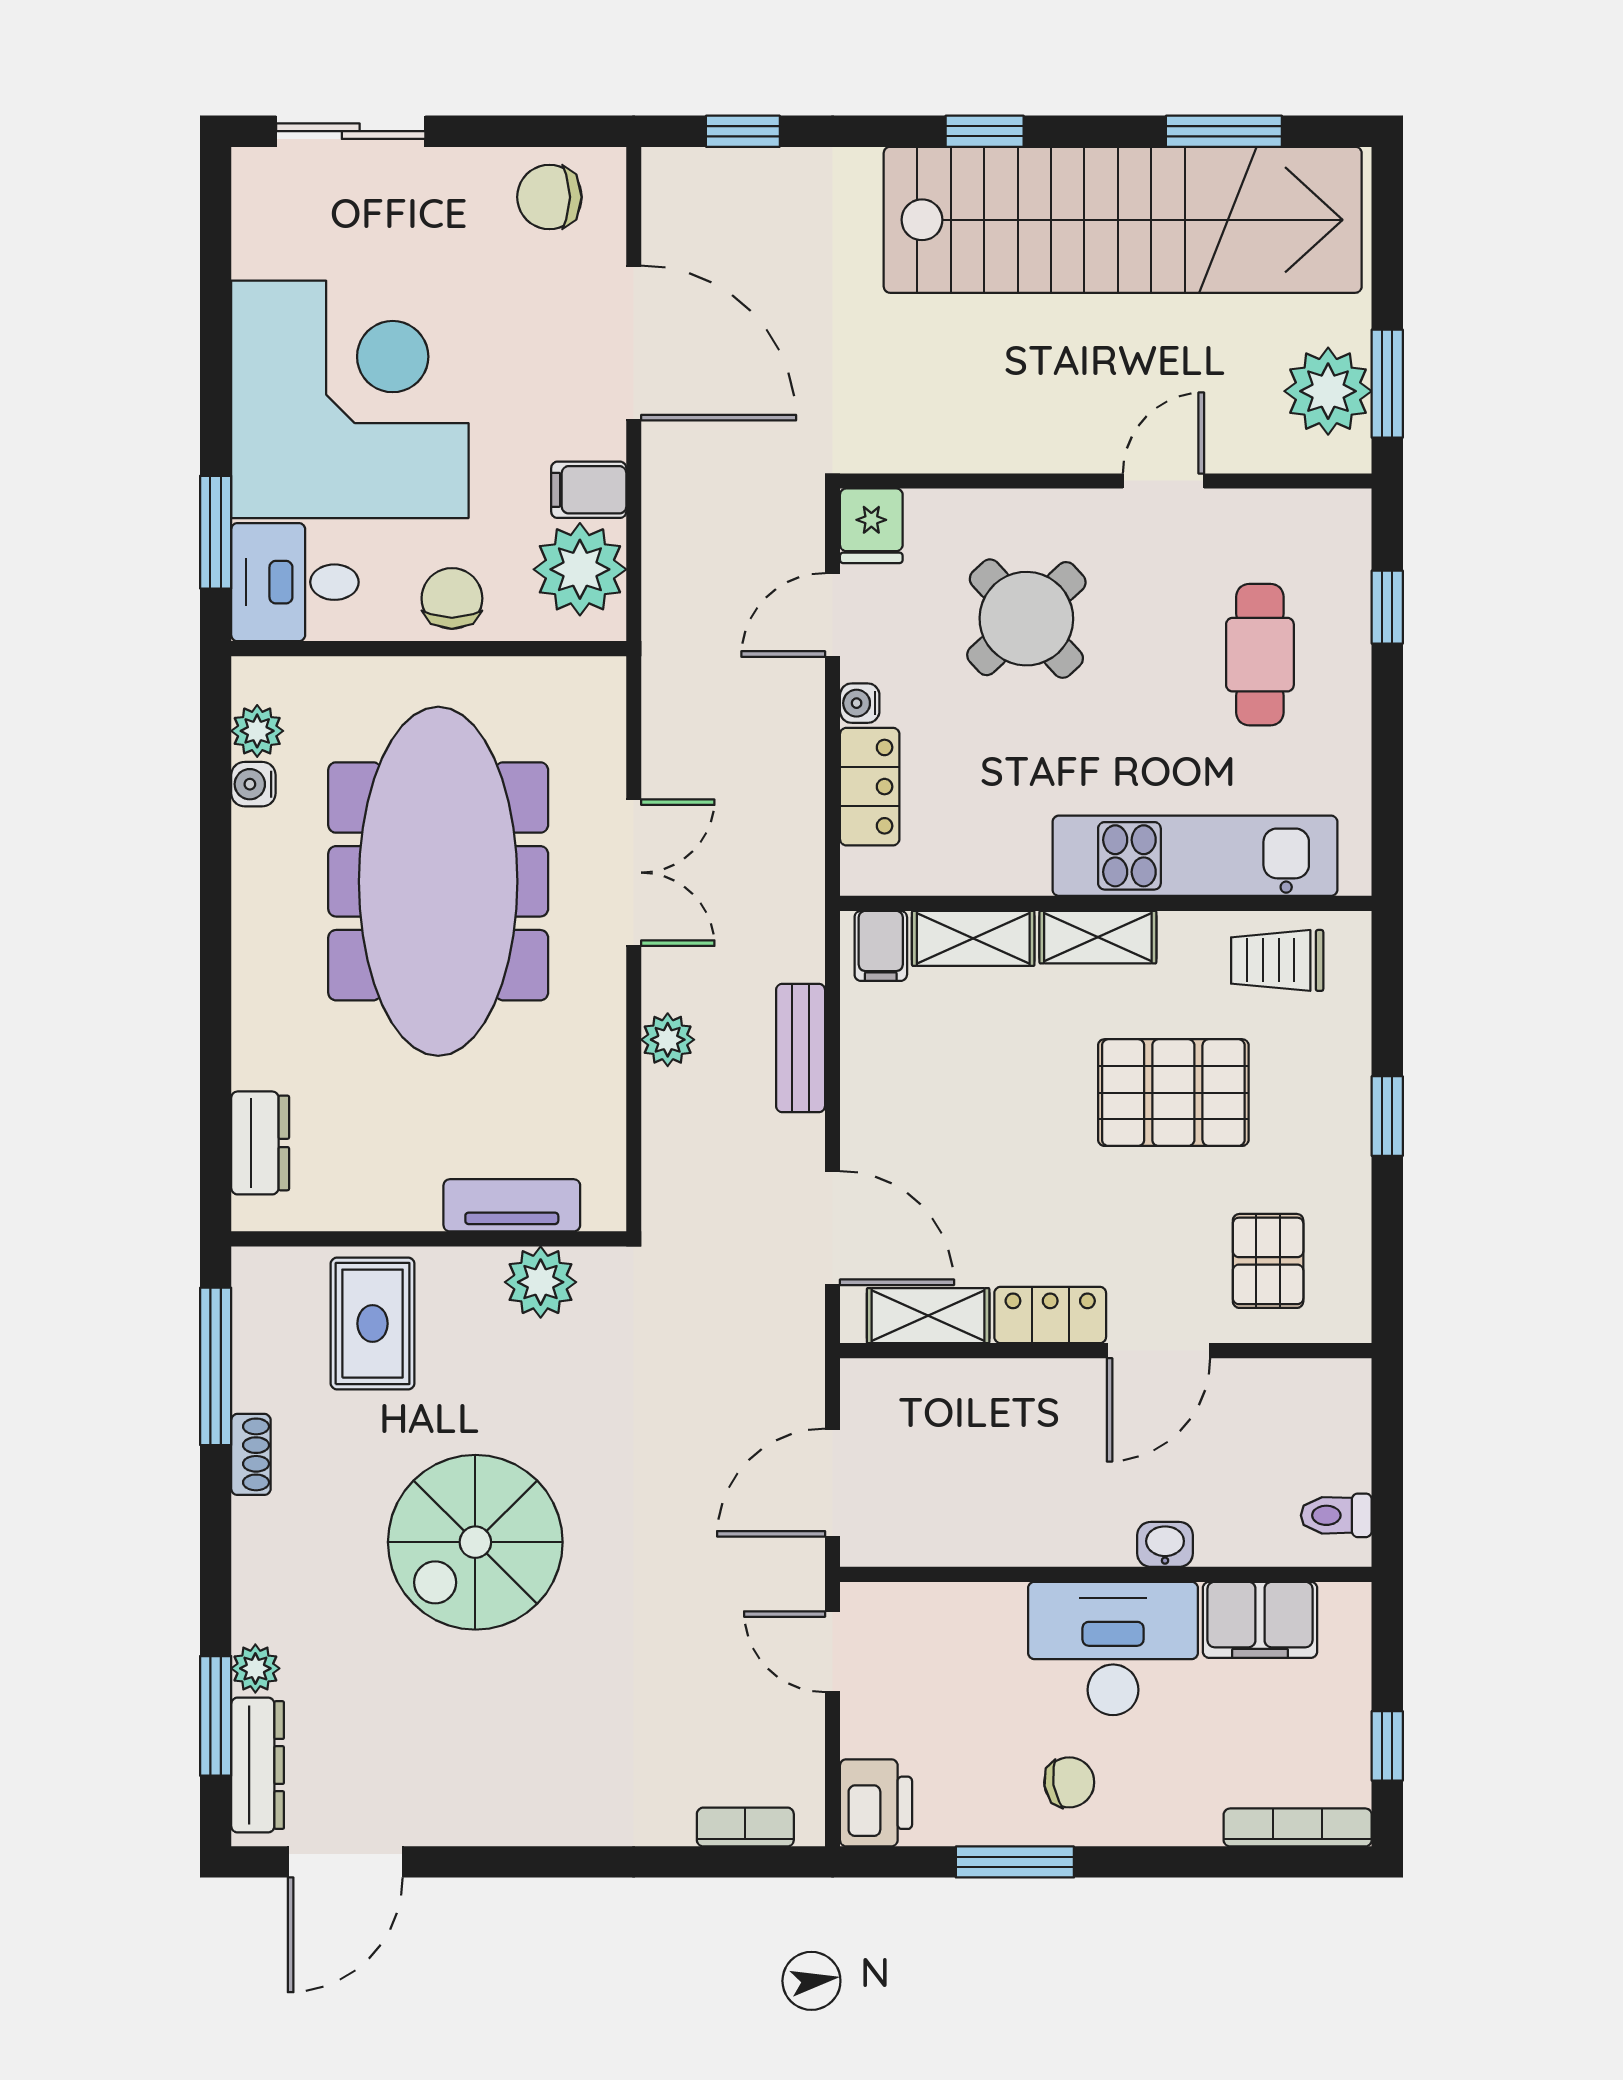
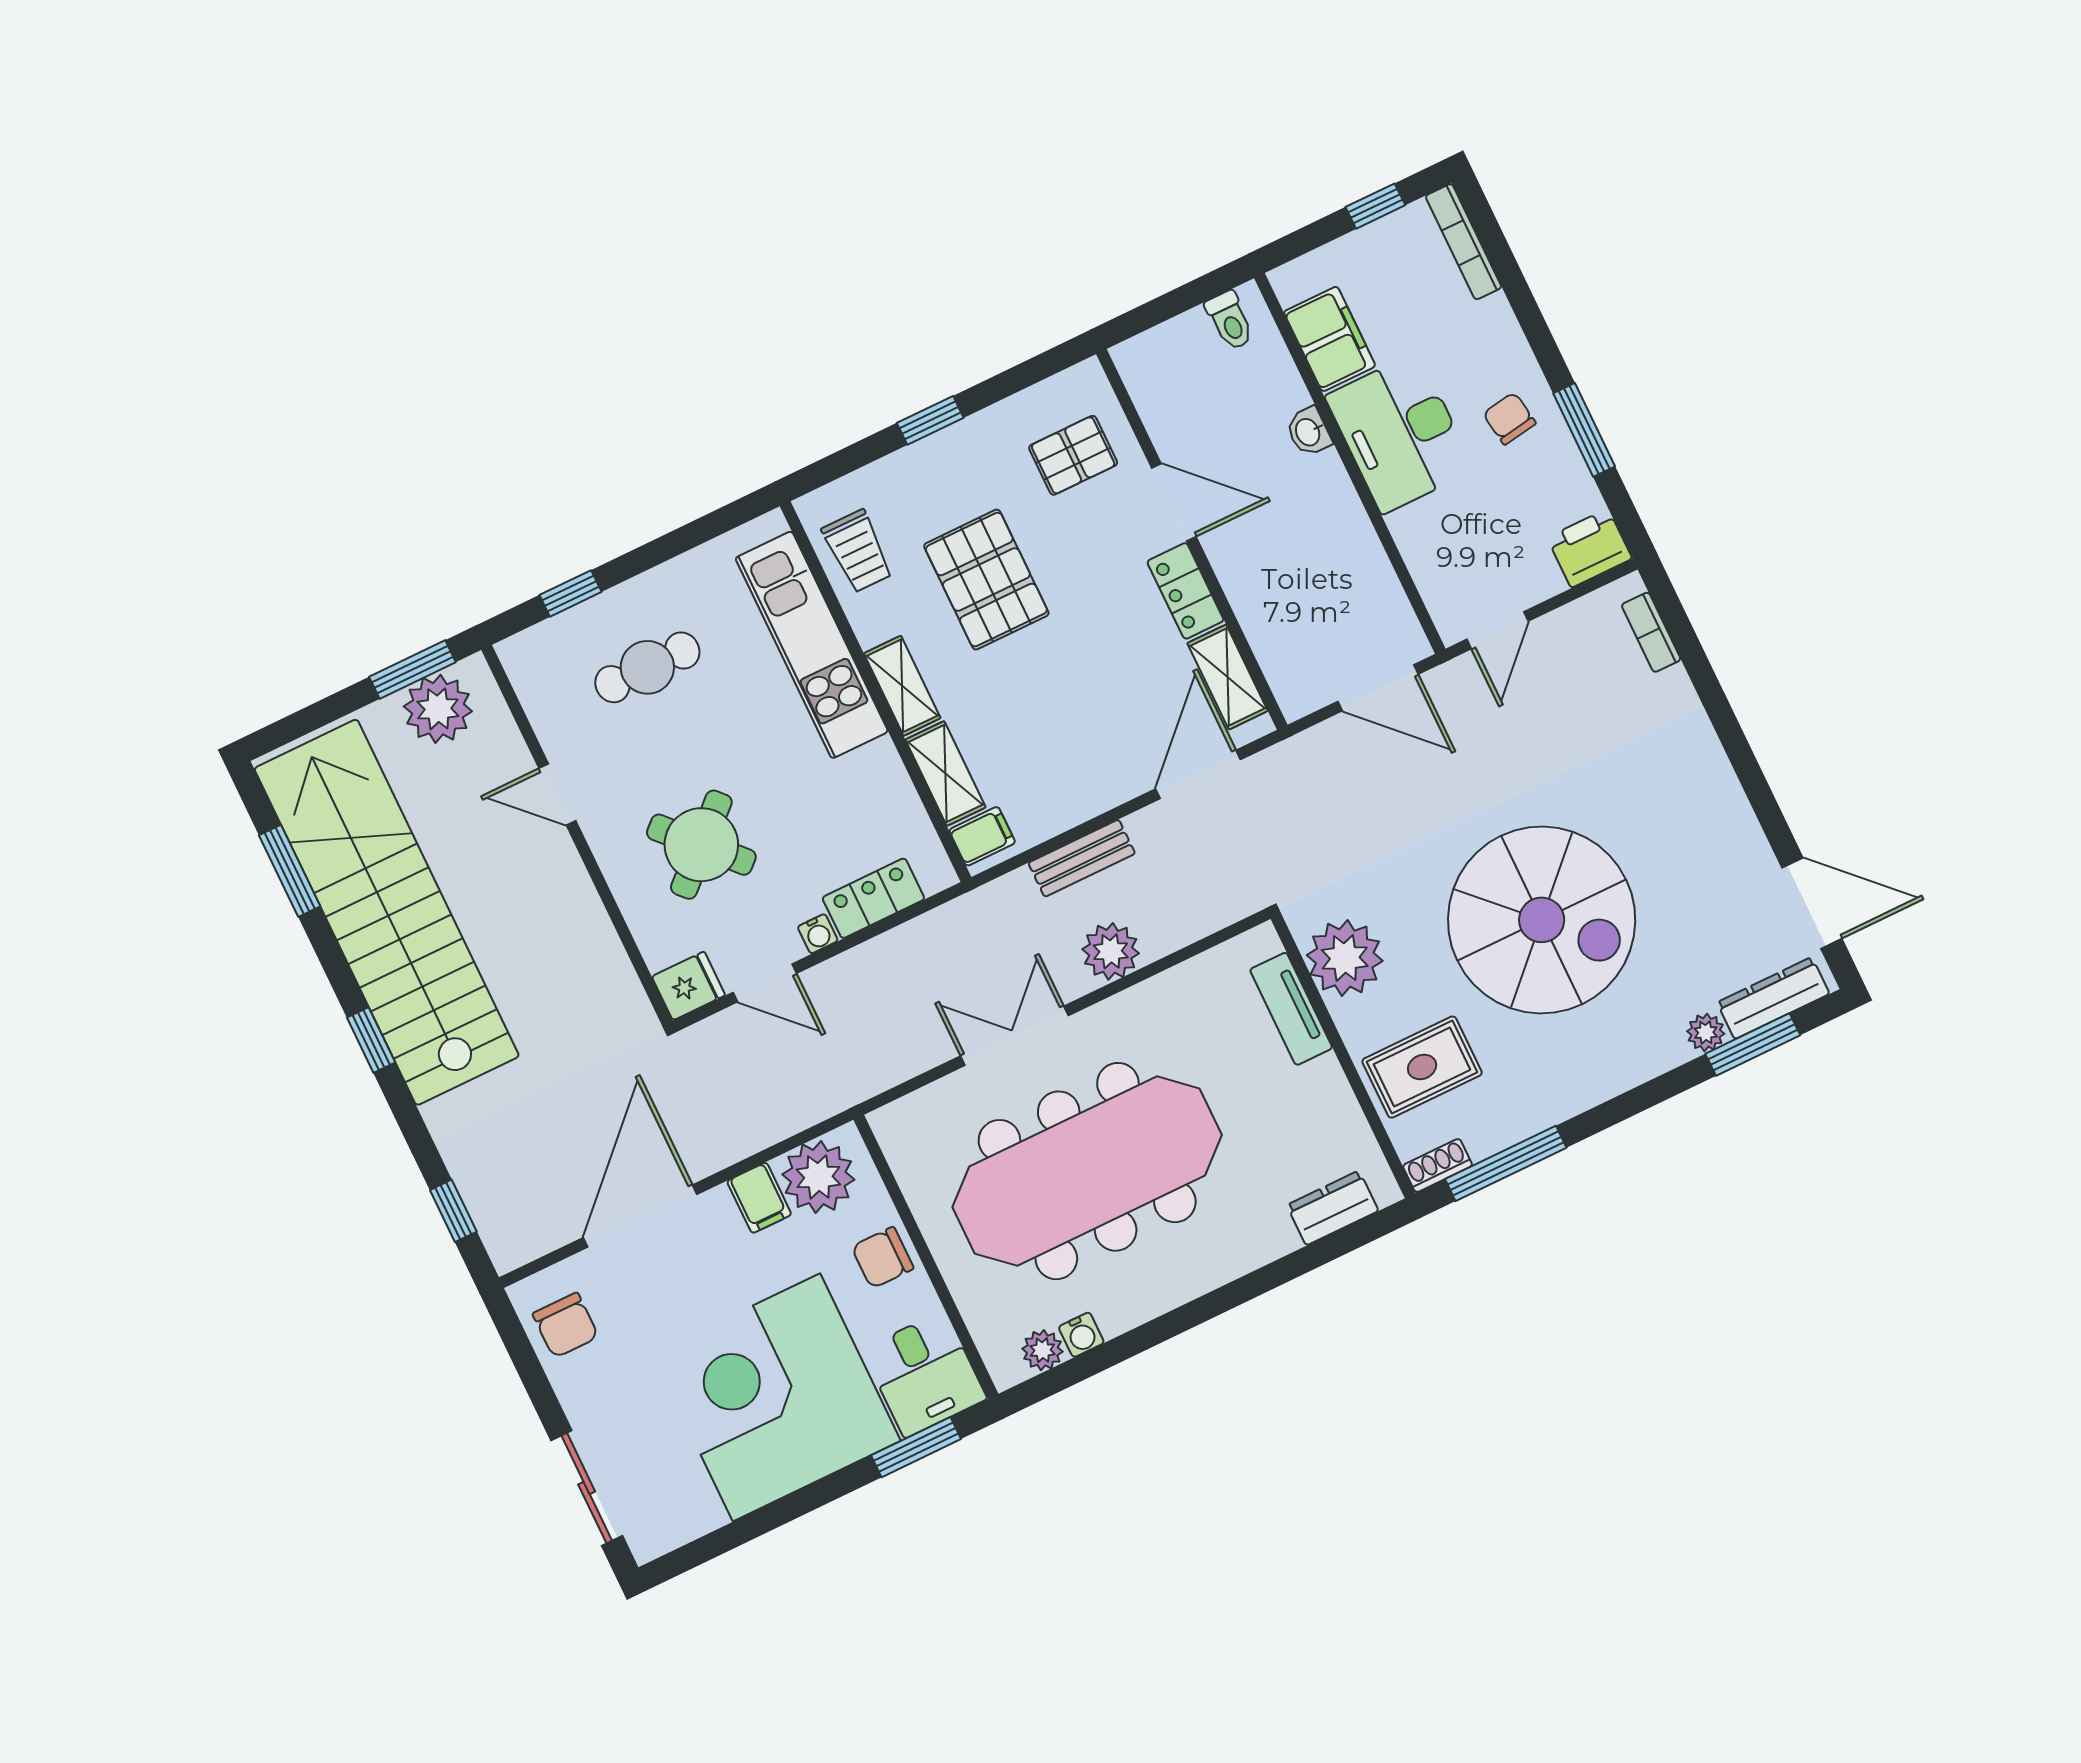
plant: (668, 1040) -> (1111, 951), width x1.38, depth x1.38
plant: (541, 1282) -> (1345, 958), width x1.36, depth x1.36
shoe rack: (251, 1454) -> (1438, 1165), moved
spiral stairs: (475, 1542) -> (1542, 920), width x1.37, depth x1.37

